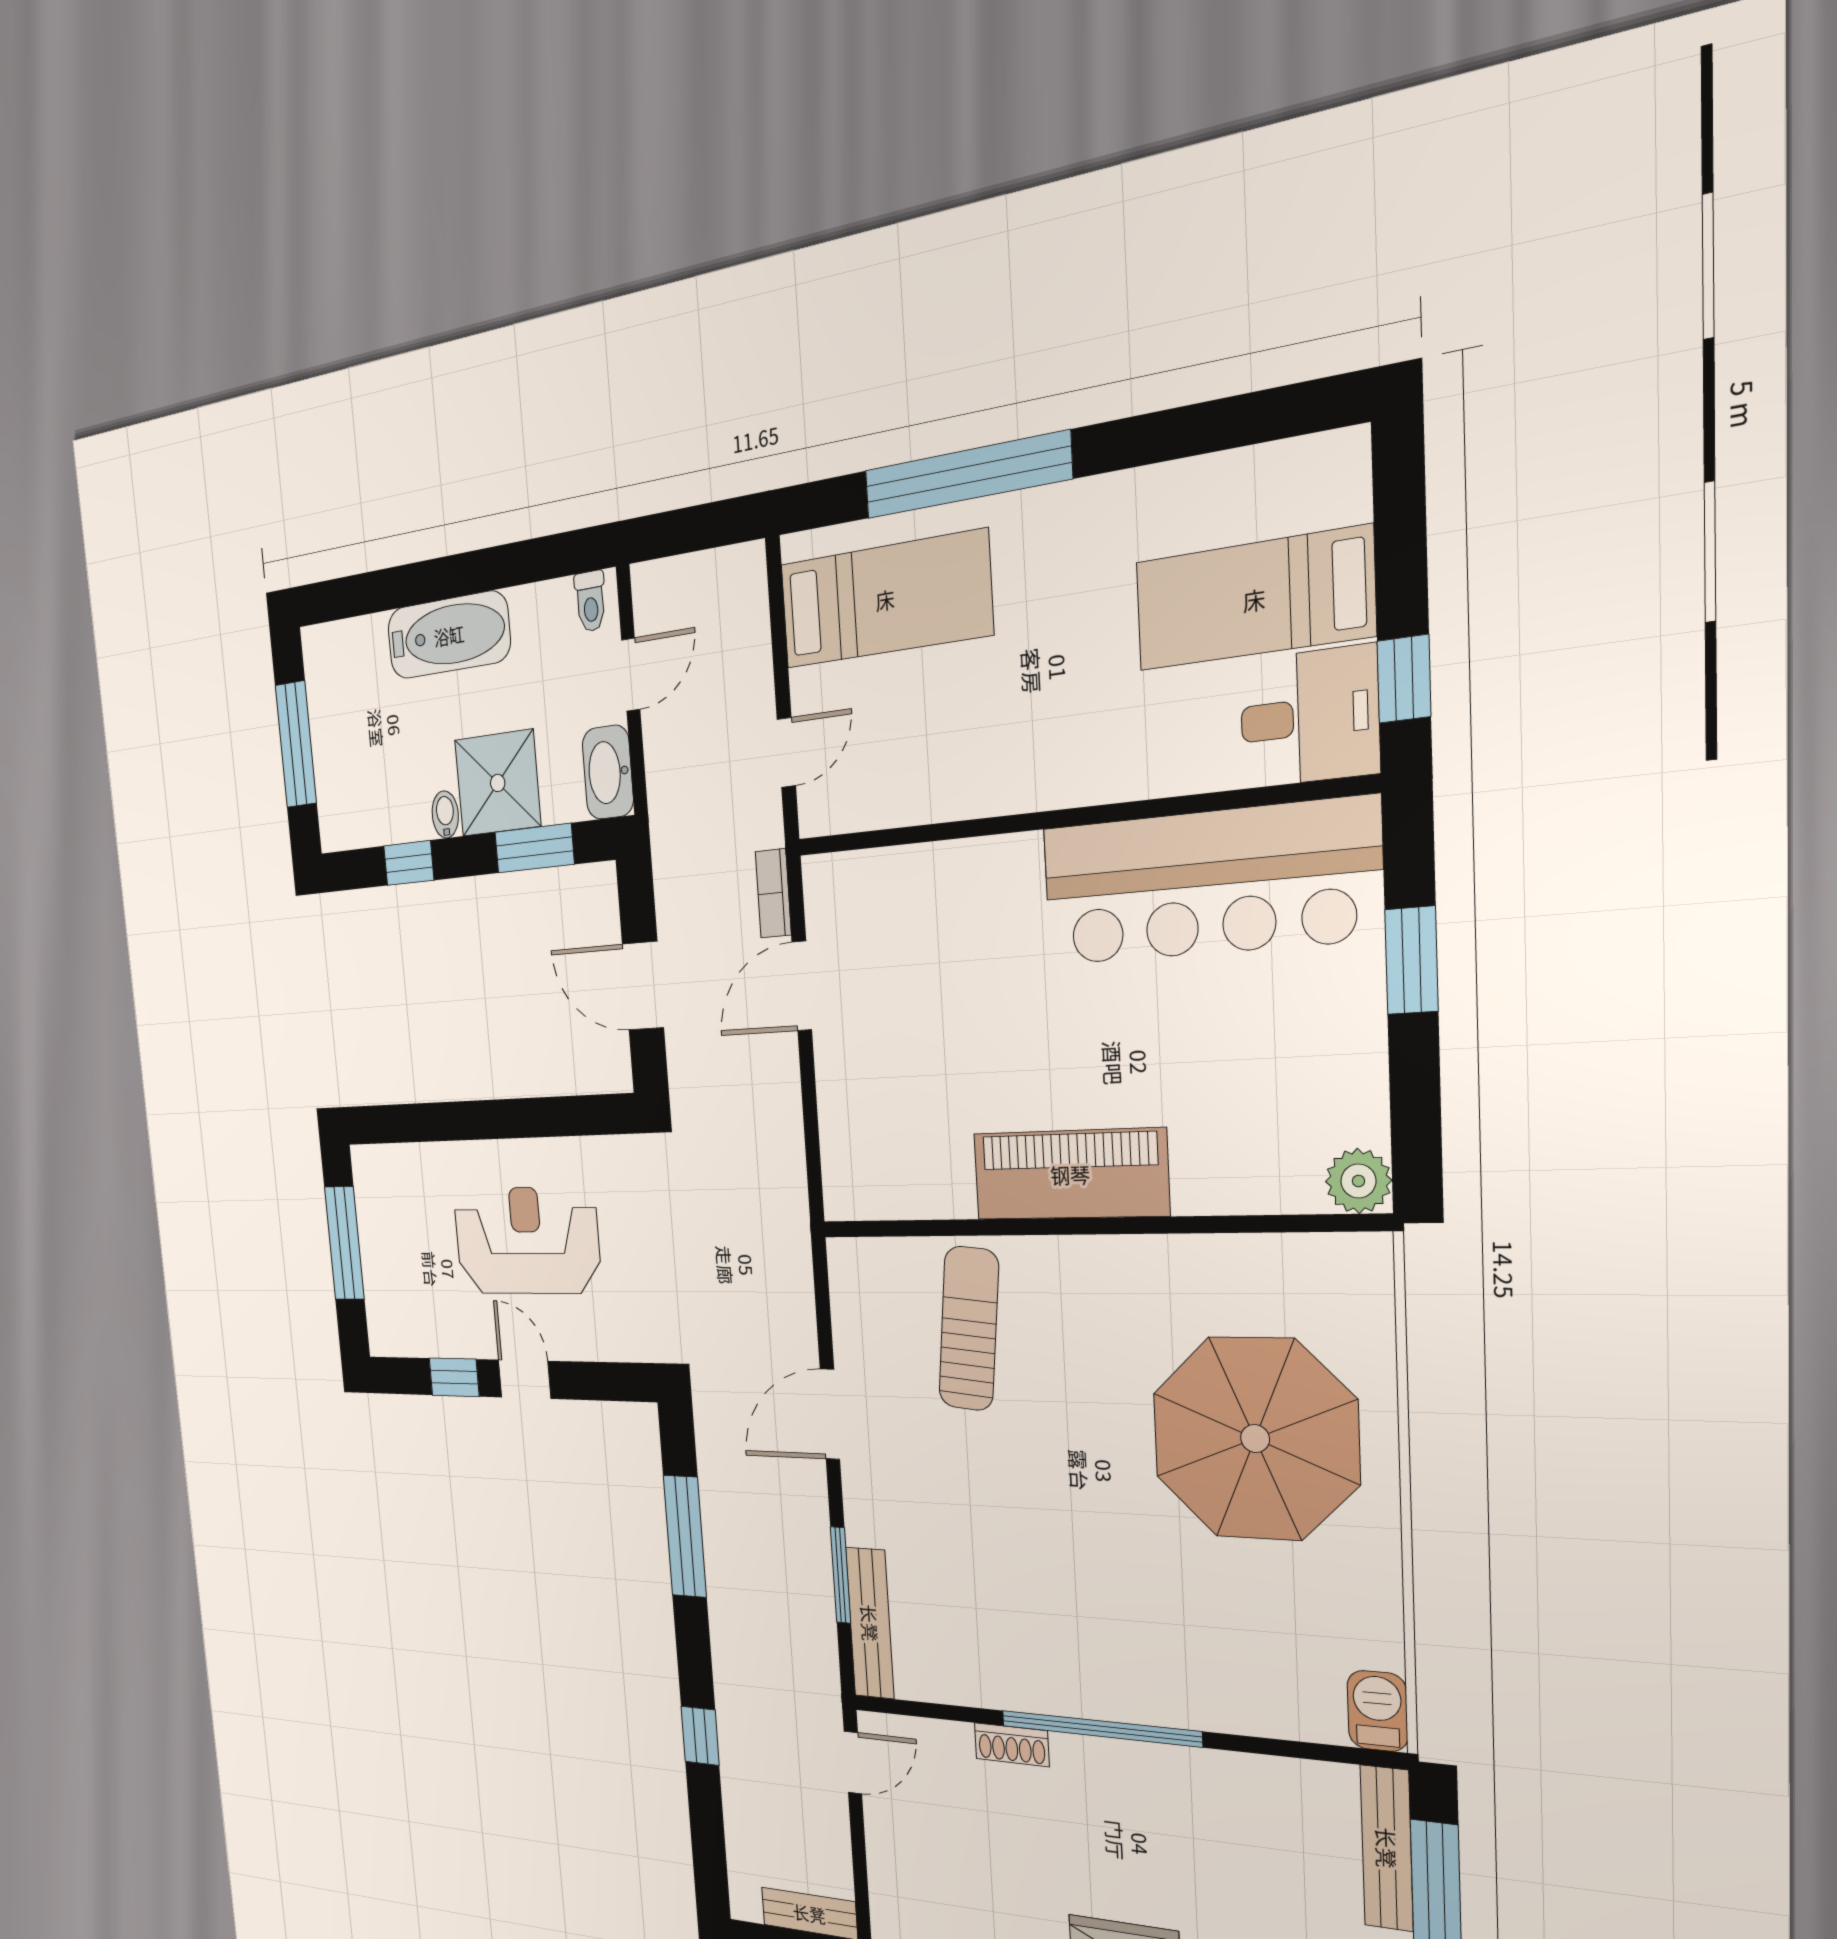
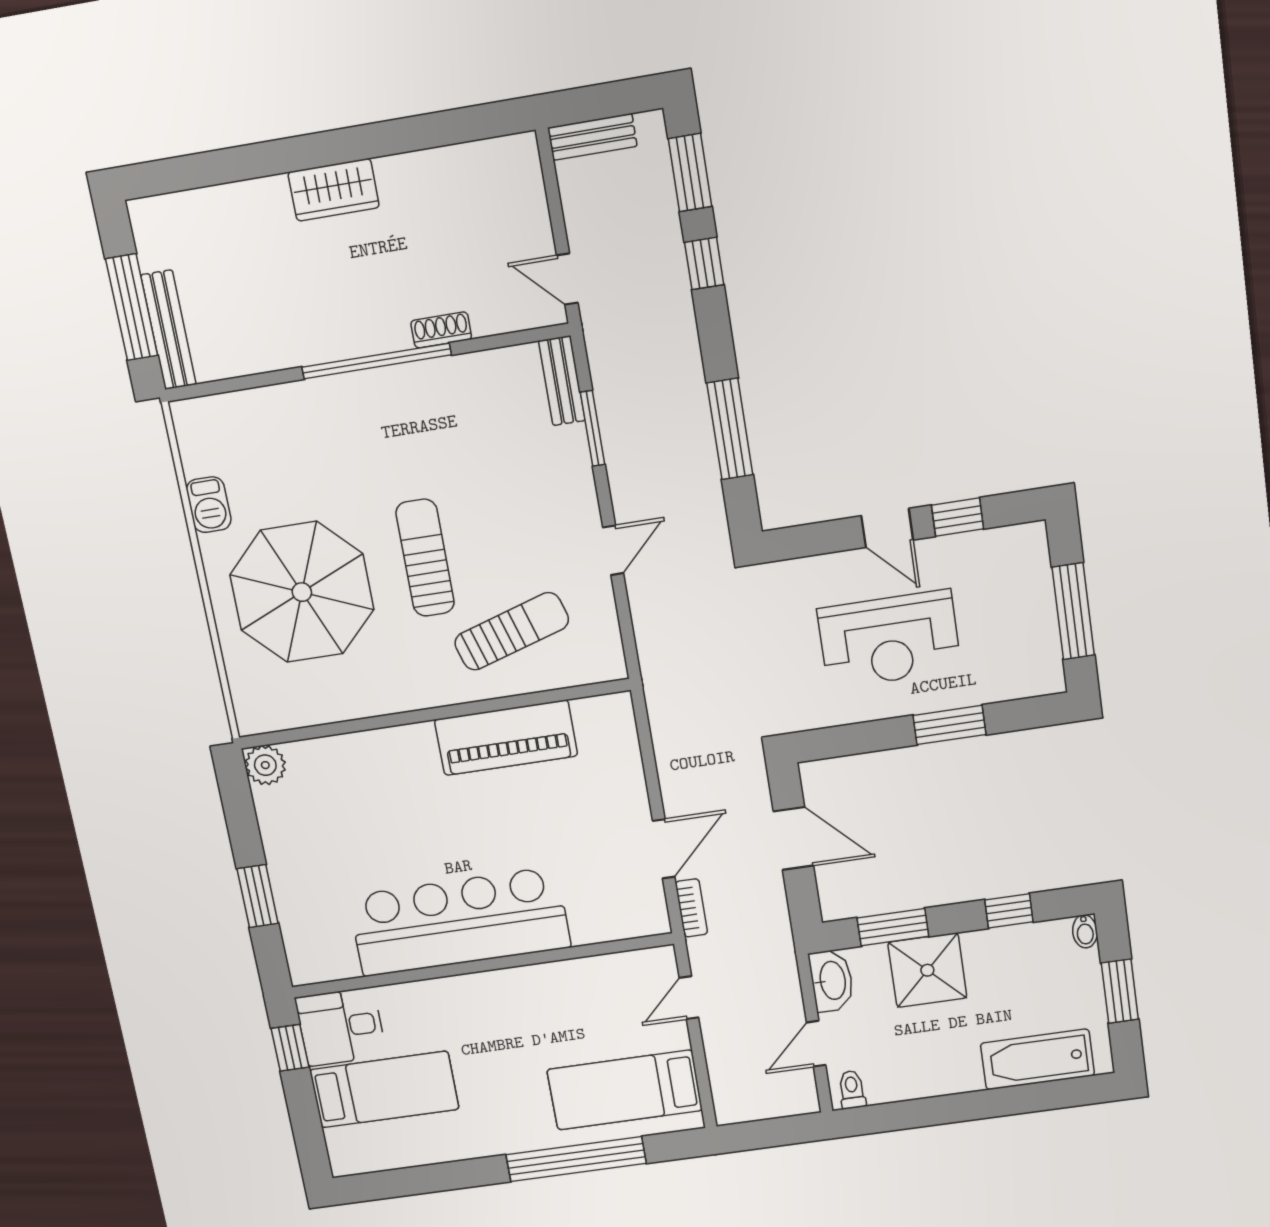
bathtub: (449, 635) -> (1037, 1059), moved
window: (296, 744) -> (1120, 991), width x0.69
bidet: (445, 814) -> (1085, 931), moved
bar counter: (1209, 883) -> (459, 922), moved
window: (467, 1121) -> (949, 725), added
piano: (1070, 1174) -> (506, 738), moved
sun lounger: (969, 1329) -> (512, 631), turned -113
door: (830, 1414) -> (613, 550), width x0.73
sun lounger: (1072, 1453) -> (425, 558), added
bench: (870, 1623) -> (562, 381), width x0.73
barbecue: (1377, 1711) -> (209, 505), moved
door: (853, 1762) -> (567, 279), hinge flipped
window: (708, 1840) -> (690, 173), added

